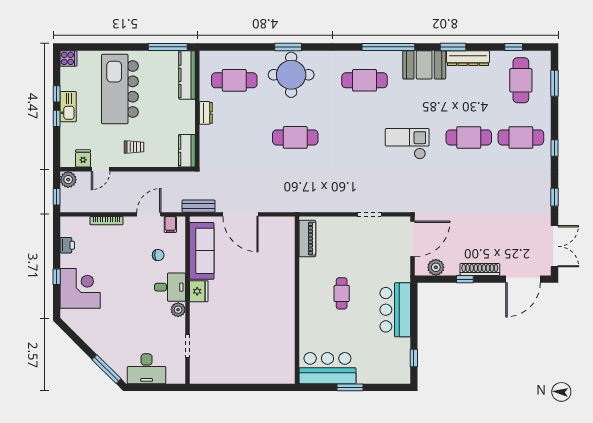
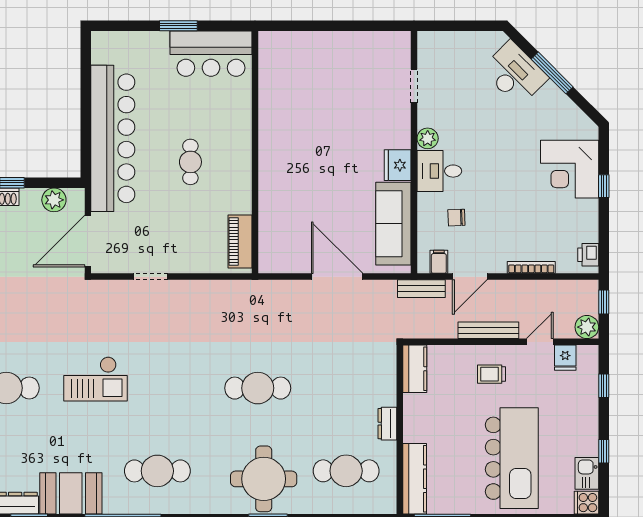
kitchen sink: (68, 107) -> (587, 473), moved, width x0.73
window: (57, 118) -> (604, 386), moved
bench: (136, 177) -> (488, 330), added
bench: (199, 206) -> (421, 289), moved
printer: (67, 245) -> (588, 255), moved
bar counter: (395, 310) -> (113, 138), width x1.86
window: (414, 358) -> (86, 68), removed
window: (106, 369) -> (552, 73), moved
desk: (147, 369) -> (515, 74), moved, turned 45

